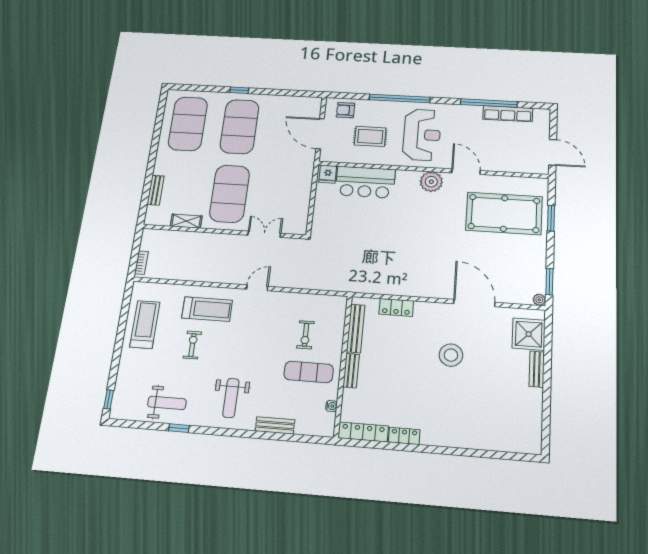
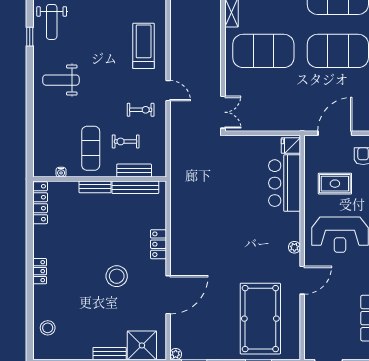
rug: (370, 136) -> (335, 184), turned 90
plant: (431, 182) -> (294, 247), width x0.53, depth x0.53
double door: (264, 234) -> (223, 112), moved
locker: (396, 307) -> (158, 244), moved
treadmill: (207, 309) -> (144, 46), turned 180
exercise bike: (192, 345) -> (141, 110), moved
bench: (275, 425) -> (134, 171), moved, turned 90
stool: (505, 435) -> (48, 328), added
locker: (404, 436) -> (40, 271), moved

